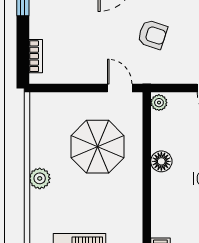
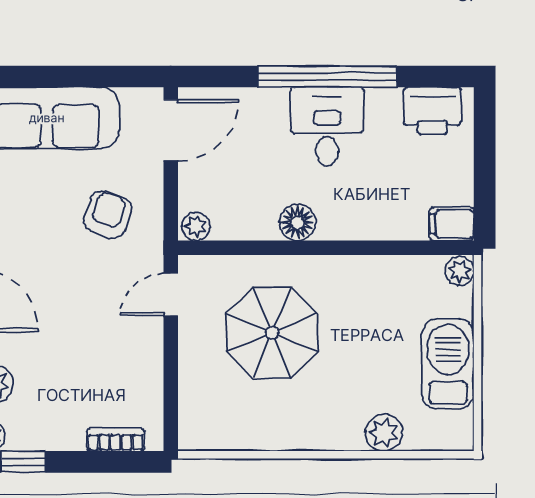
armchair: (152, 34) -> (107, 215), moved
plant: (40, 178) -> (384, 433), moved

